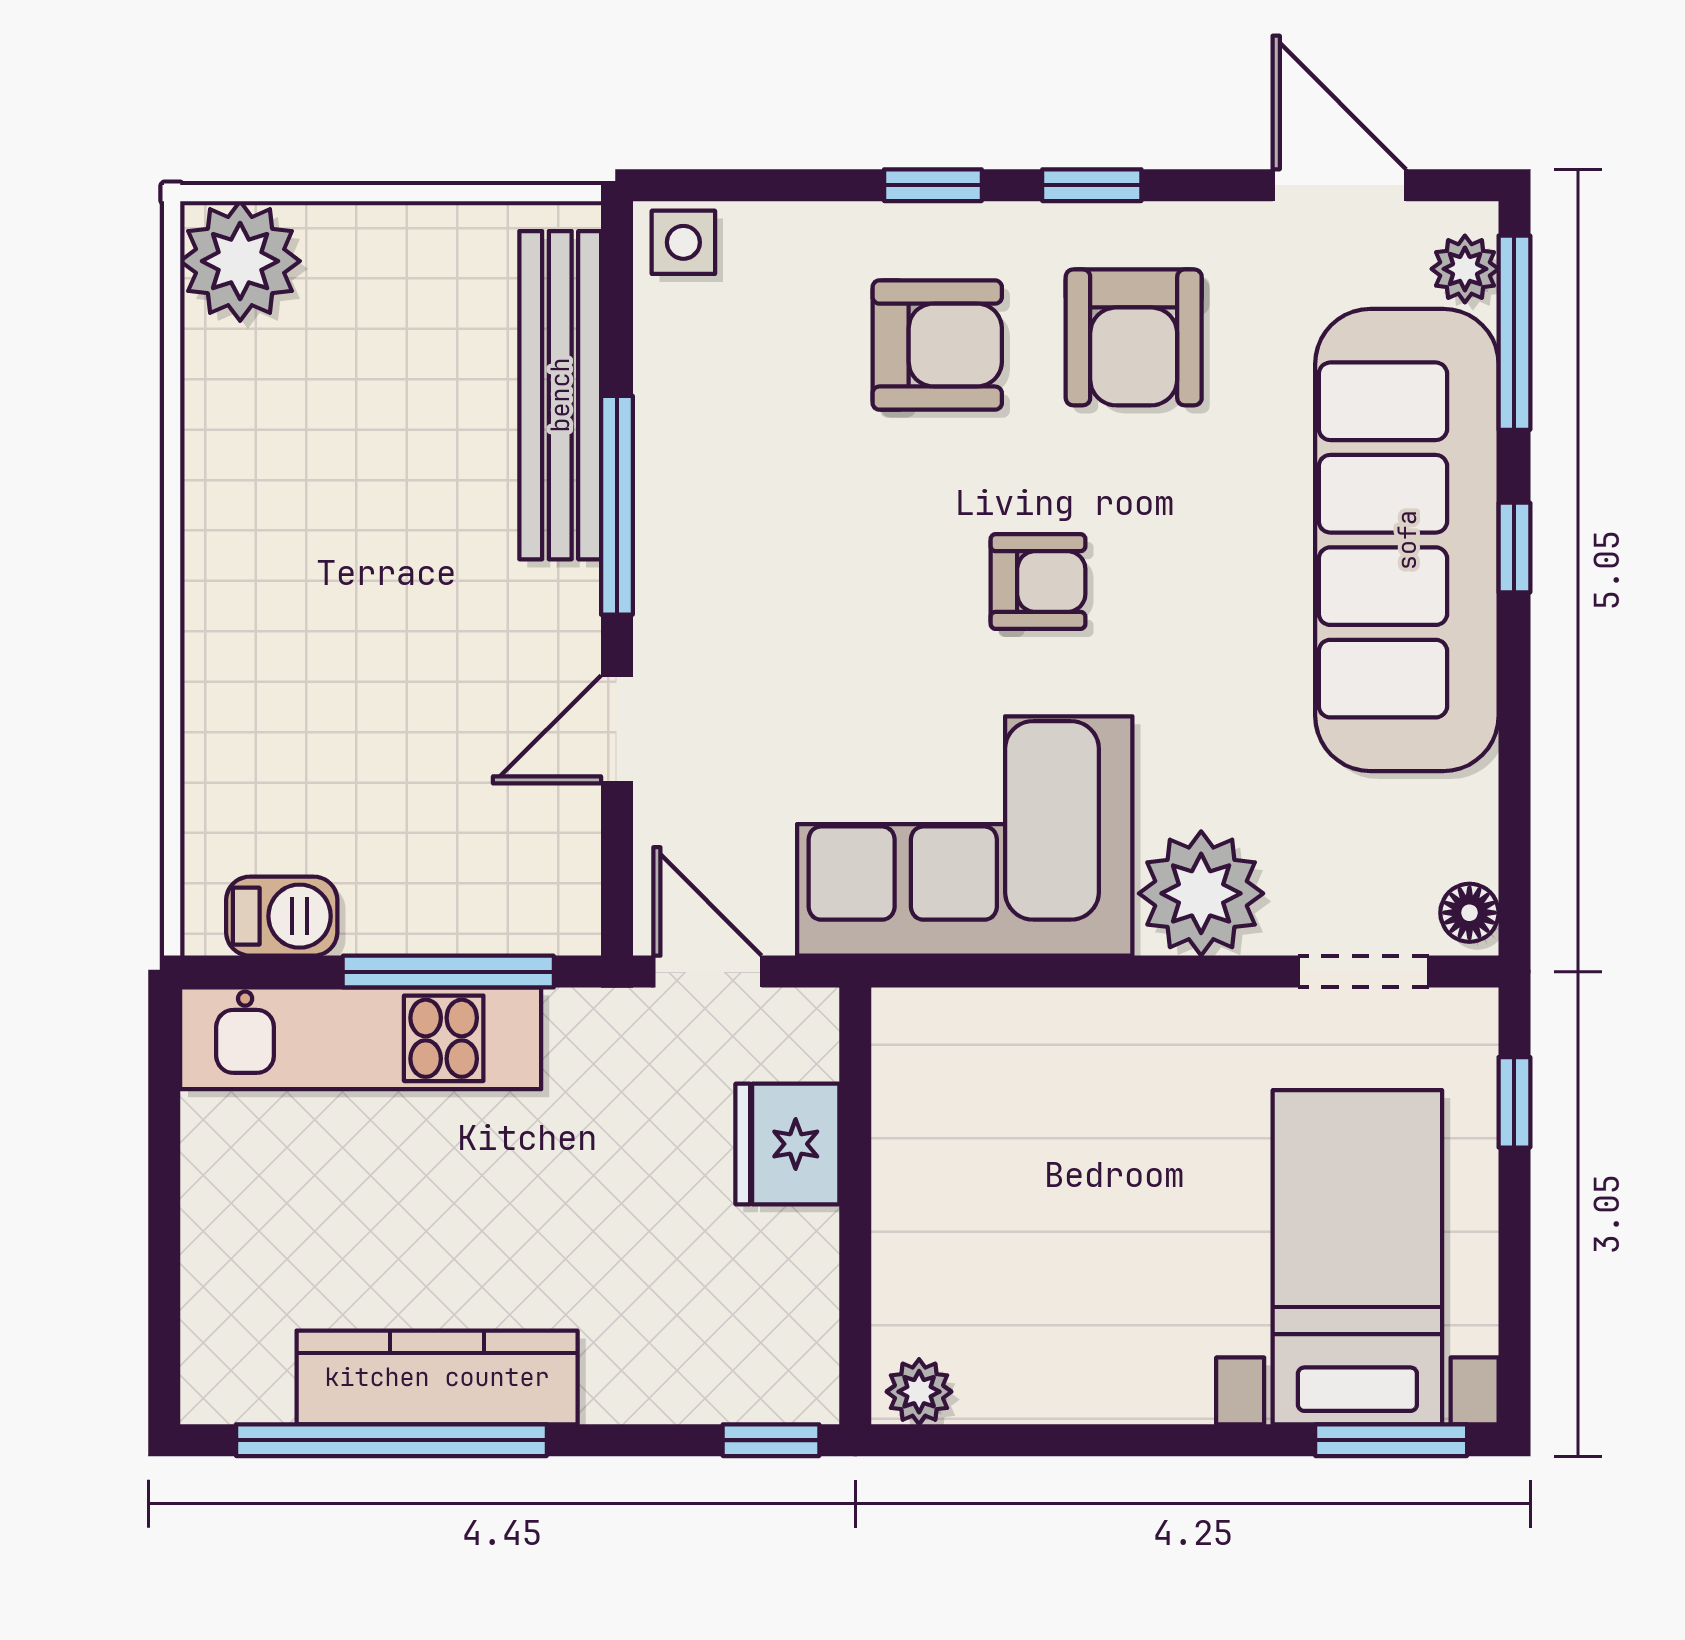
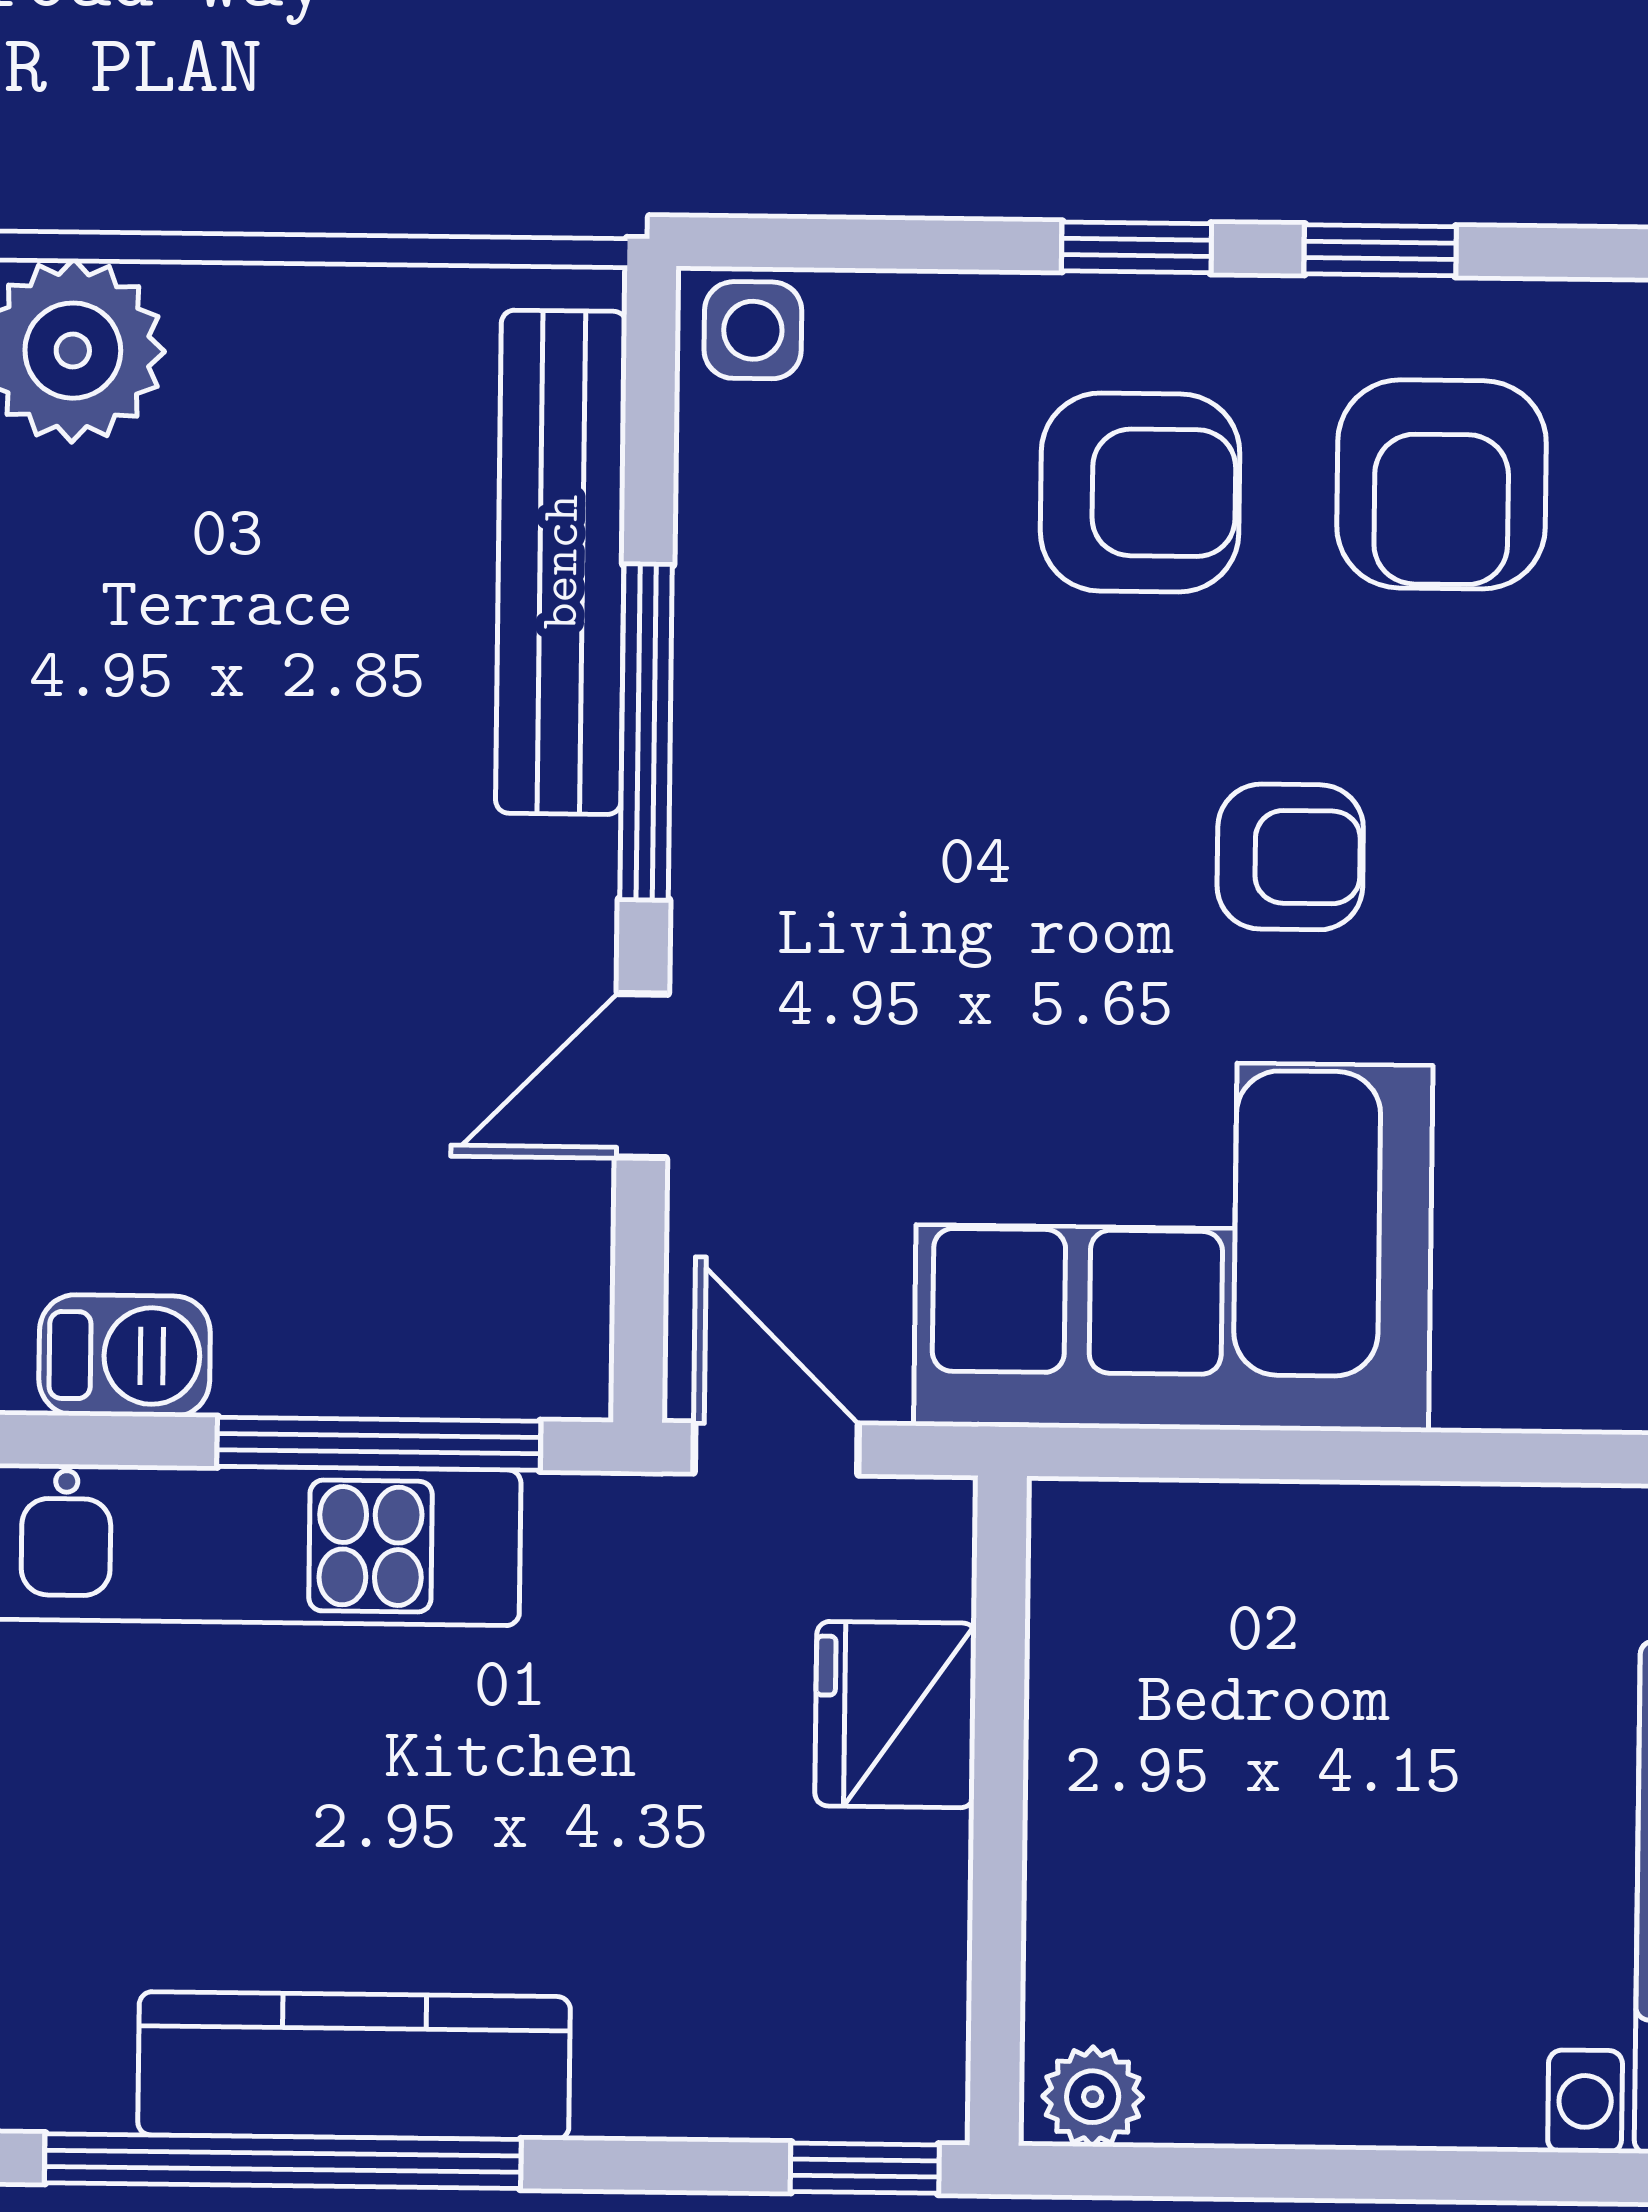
plant: (1201, 893) -> (1534, 1338), removed

